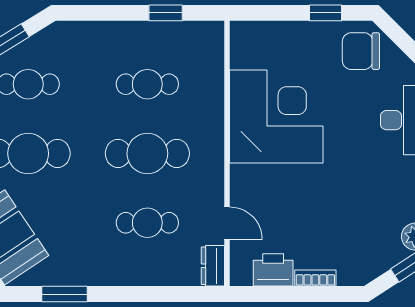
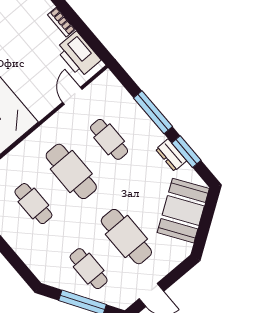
dresser: (213, 266) -> (171, 155), moved, turned 90
printer: (273, 270) -> (78, 54), width x1.37, depth x1.19
window: (137, 294) -> (153, 112), added

